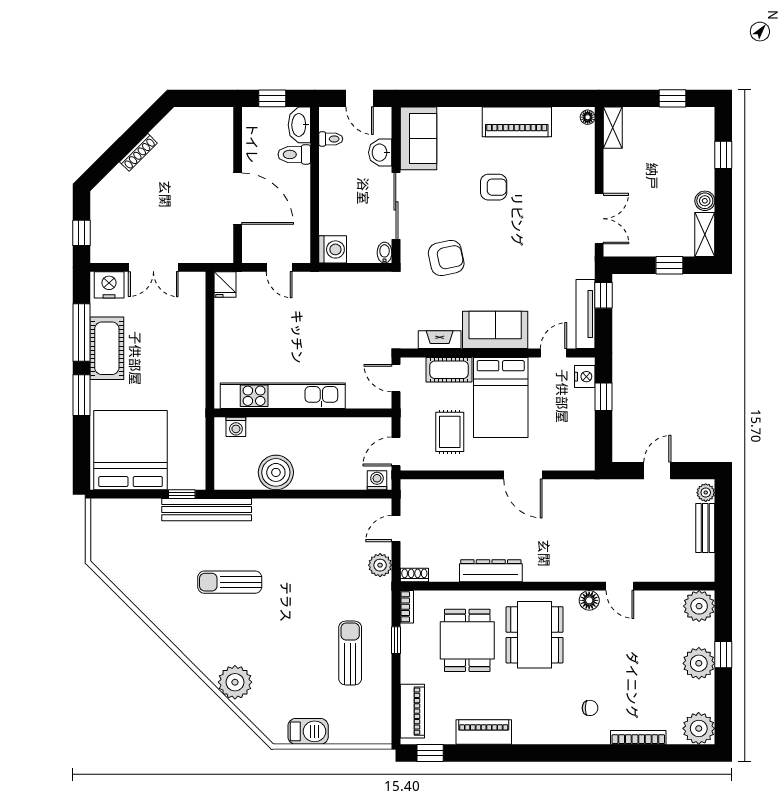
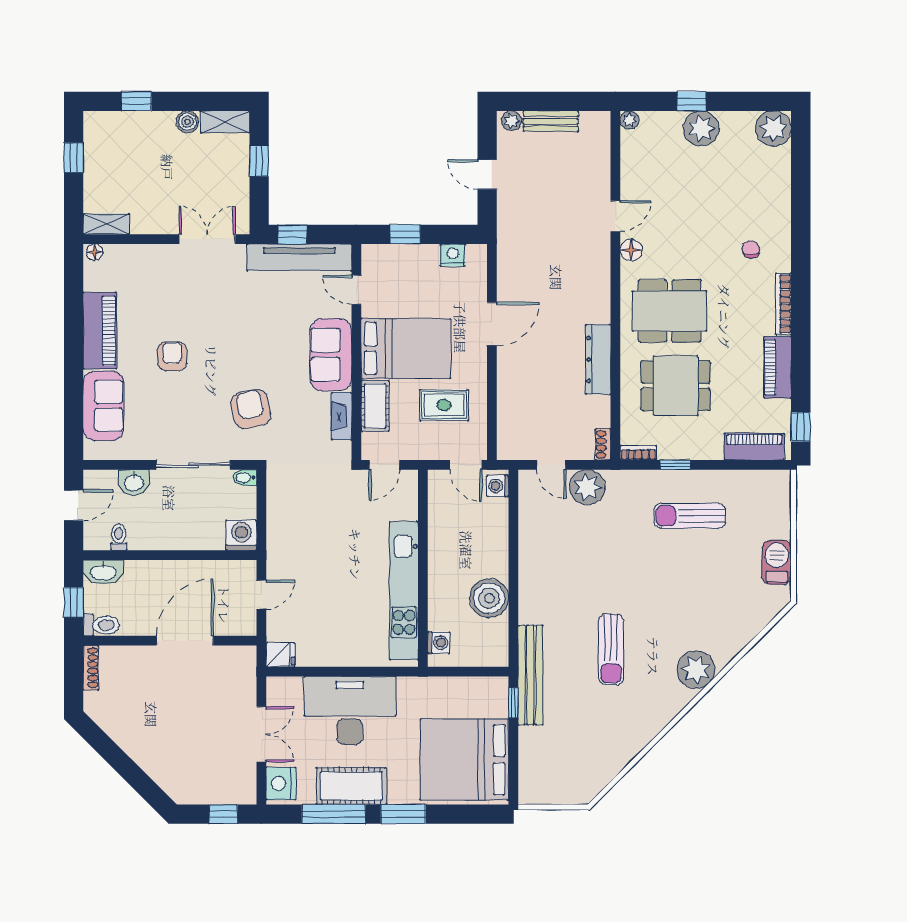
sofa: (418, 138) -> (103, 406), moved, turned 90
shoe rack: (138, 152) -> (91, 668), moved, turned 45
toilet: (294, 154) -> (101, 625), moved, turned -90
tv unit: (586, 314) -> (299, 257), width x1.36, depth x1.29
desk: (175, 347) -> (350, 711), added
nightstand: (585, 377) -> (453, 255), moved
plant: (380, 565) -> (587, 487), width x1.36, depth x1.36
plant: (699, 606) -> (629, 120), width x0.53, depth x0.53
plant: (235, 682) -> (696, 670), moved
bookcase: (638, 737) -> (783, 304), moved

